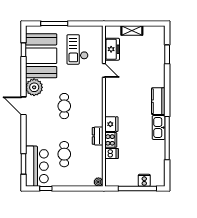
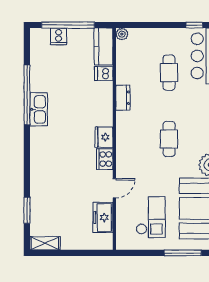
shelving: (132, 30) -> (45, 243), moved
door: (104, 70) -> (114, 188), swing flipped
kitchen counter: (158, 101) -> (103, 47), moved, turned 180
fridge: (111, 124) -> (104, 137), moved
cooker: (111, 140) -> (105, 159), moved

